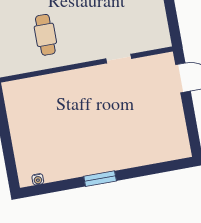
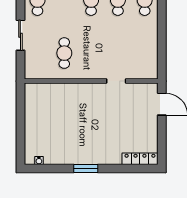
locker: (168, 153) -> (140, 159), added

